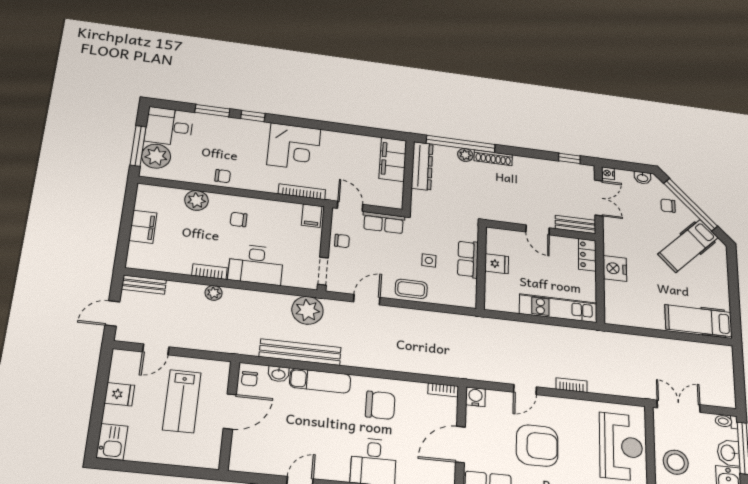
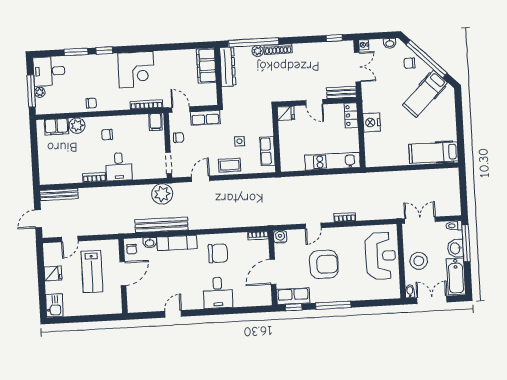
plant: (156, 156) -> (40, 92), width x0.53, depth x0.53
filing cabinet: (143, 227) -> (56, 127), moved, turned 90
row of seats: (468, 259) -> (267, 151), moved
fridge: (497, 264) -> (286, 113), moved
desk: (256, 265) -> (119, 167), width x0.73
bench: (144, 285) -> (59, 194), width x1.36
plant: (214, 293) -> (99, 192), removed

